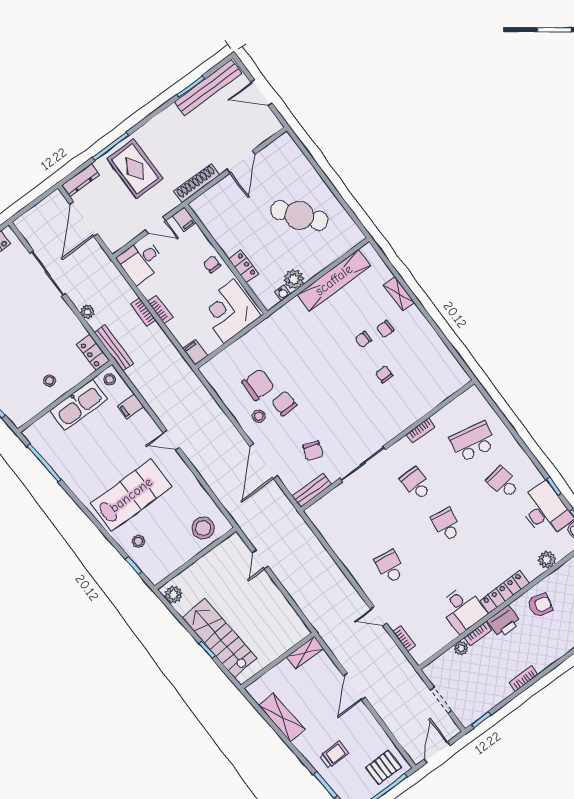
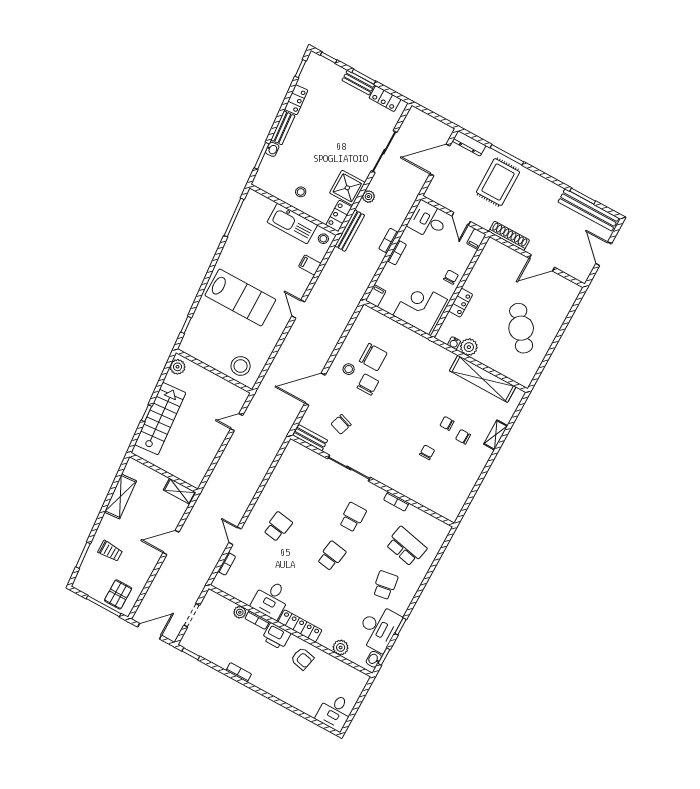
shower: (68, 330) -> (347, 188), added
stool: (138, 541) -> (207, 320), removed
pallet: (383, 767) -> (118, 594), turned 90

